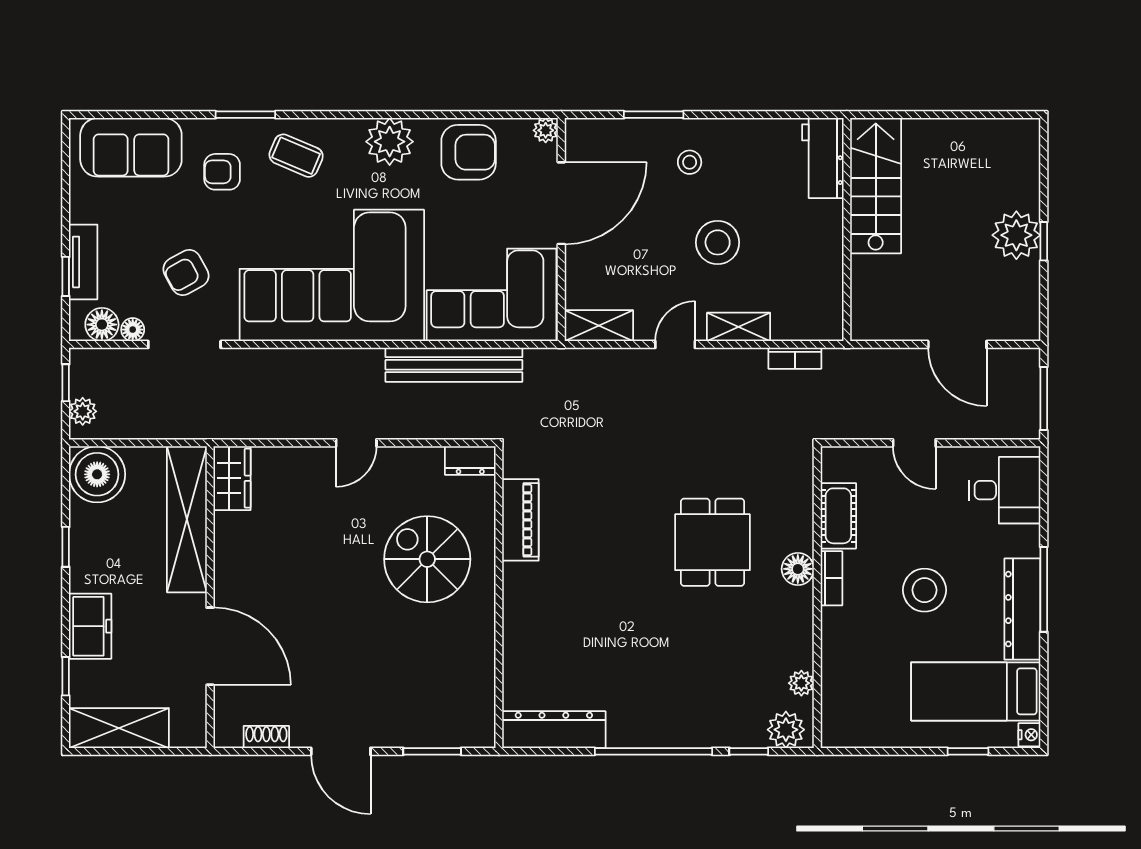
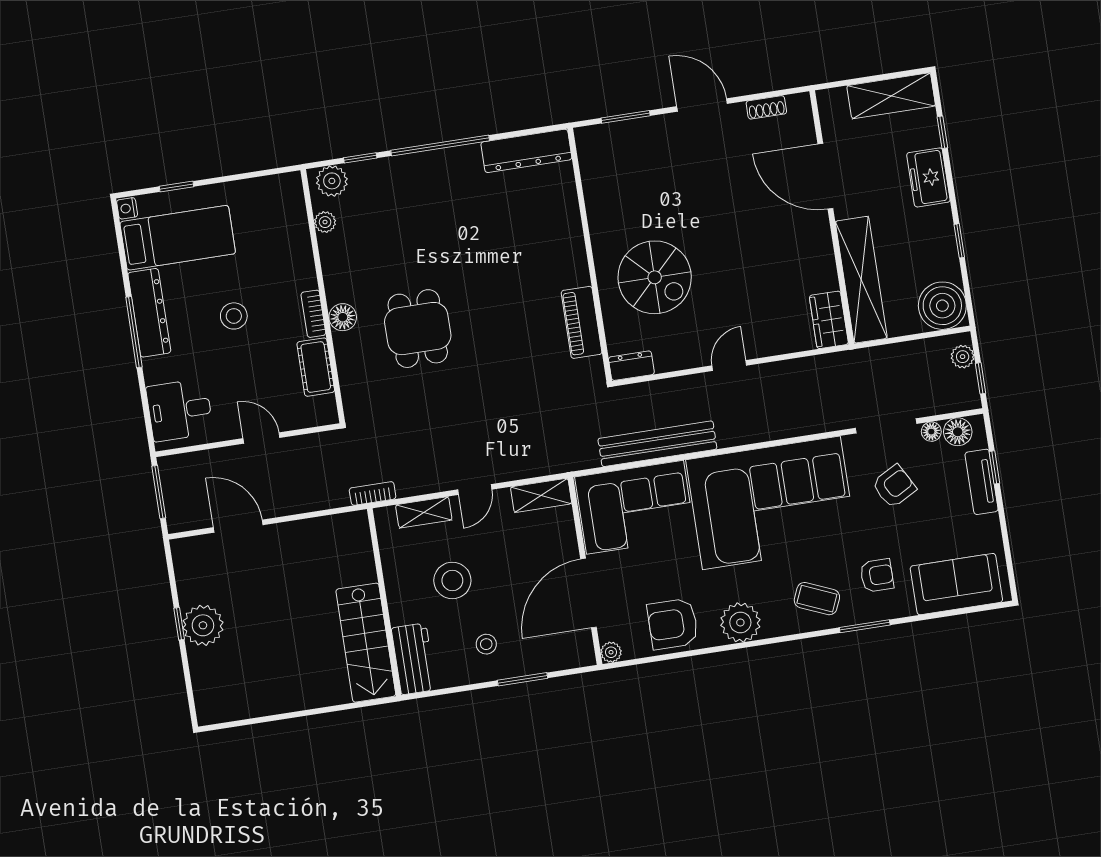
workbench: (823, 158) -> (414, 659), moved
stairs: (876, 186) -> (366, 643), moved
wall: (847, 230) -> (384, 602), moved
stool: (924, 590) -> (234, 316), width x0.73, depth x0.73

